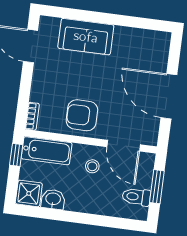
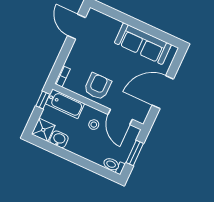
sofa: (86, 37) -> (143, 44), moved, width x1.36
door: (169, 96) -> (163, 92), hinge flipped
armchair: (82, 115) -> (98, 86), turned 90
toilet: (136, 197) -> (114, 165), moved

